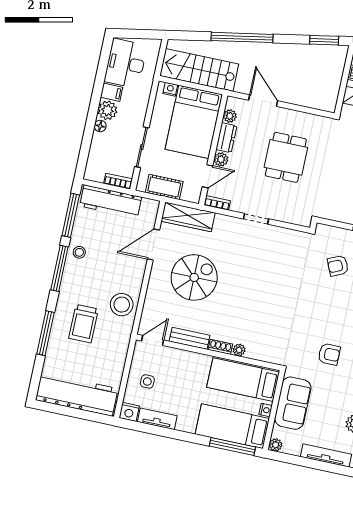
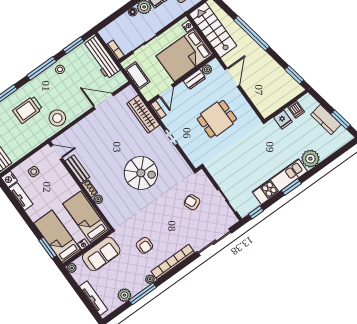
plant: (221, 159) -> (181, 88), removed
door: (207, 176) -> (166, 91), hinge flipped
window: (71, 215) -> (73, 45), width x0.69
wardrobe: (188, 217) -> (143, 114), moved
spiral stairs: (194, 277) -> (141, 173), moved
window: (232, 447) -> (48, 248), width x0.69

